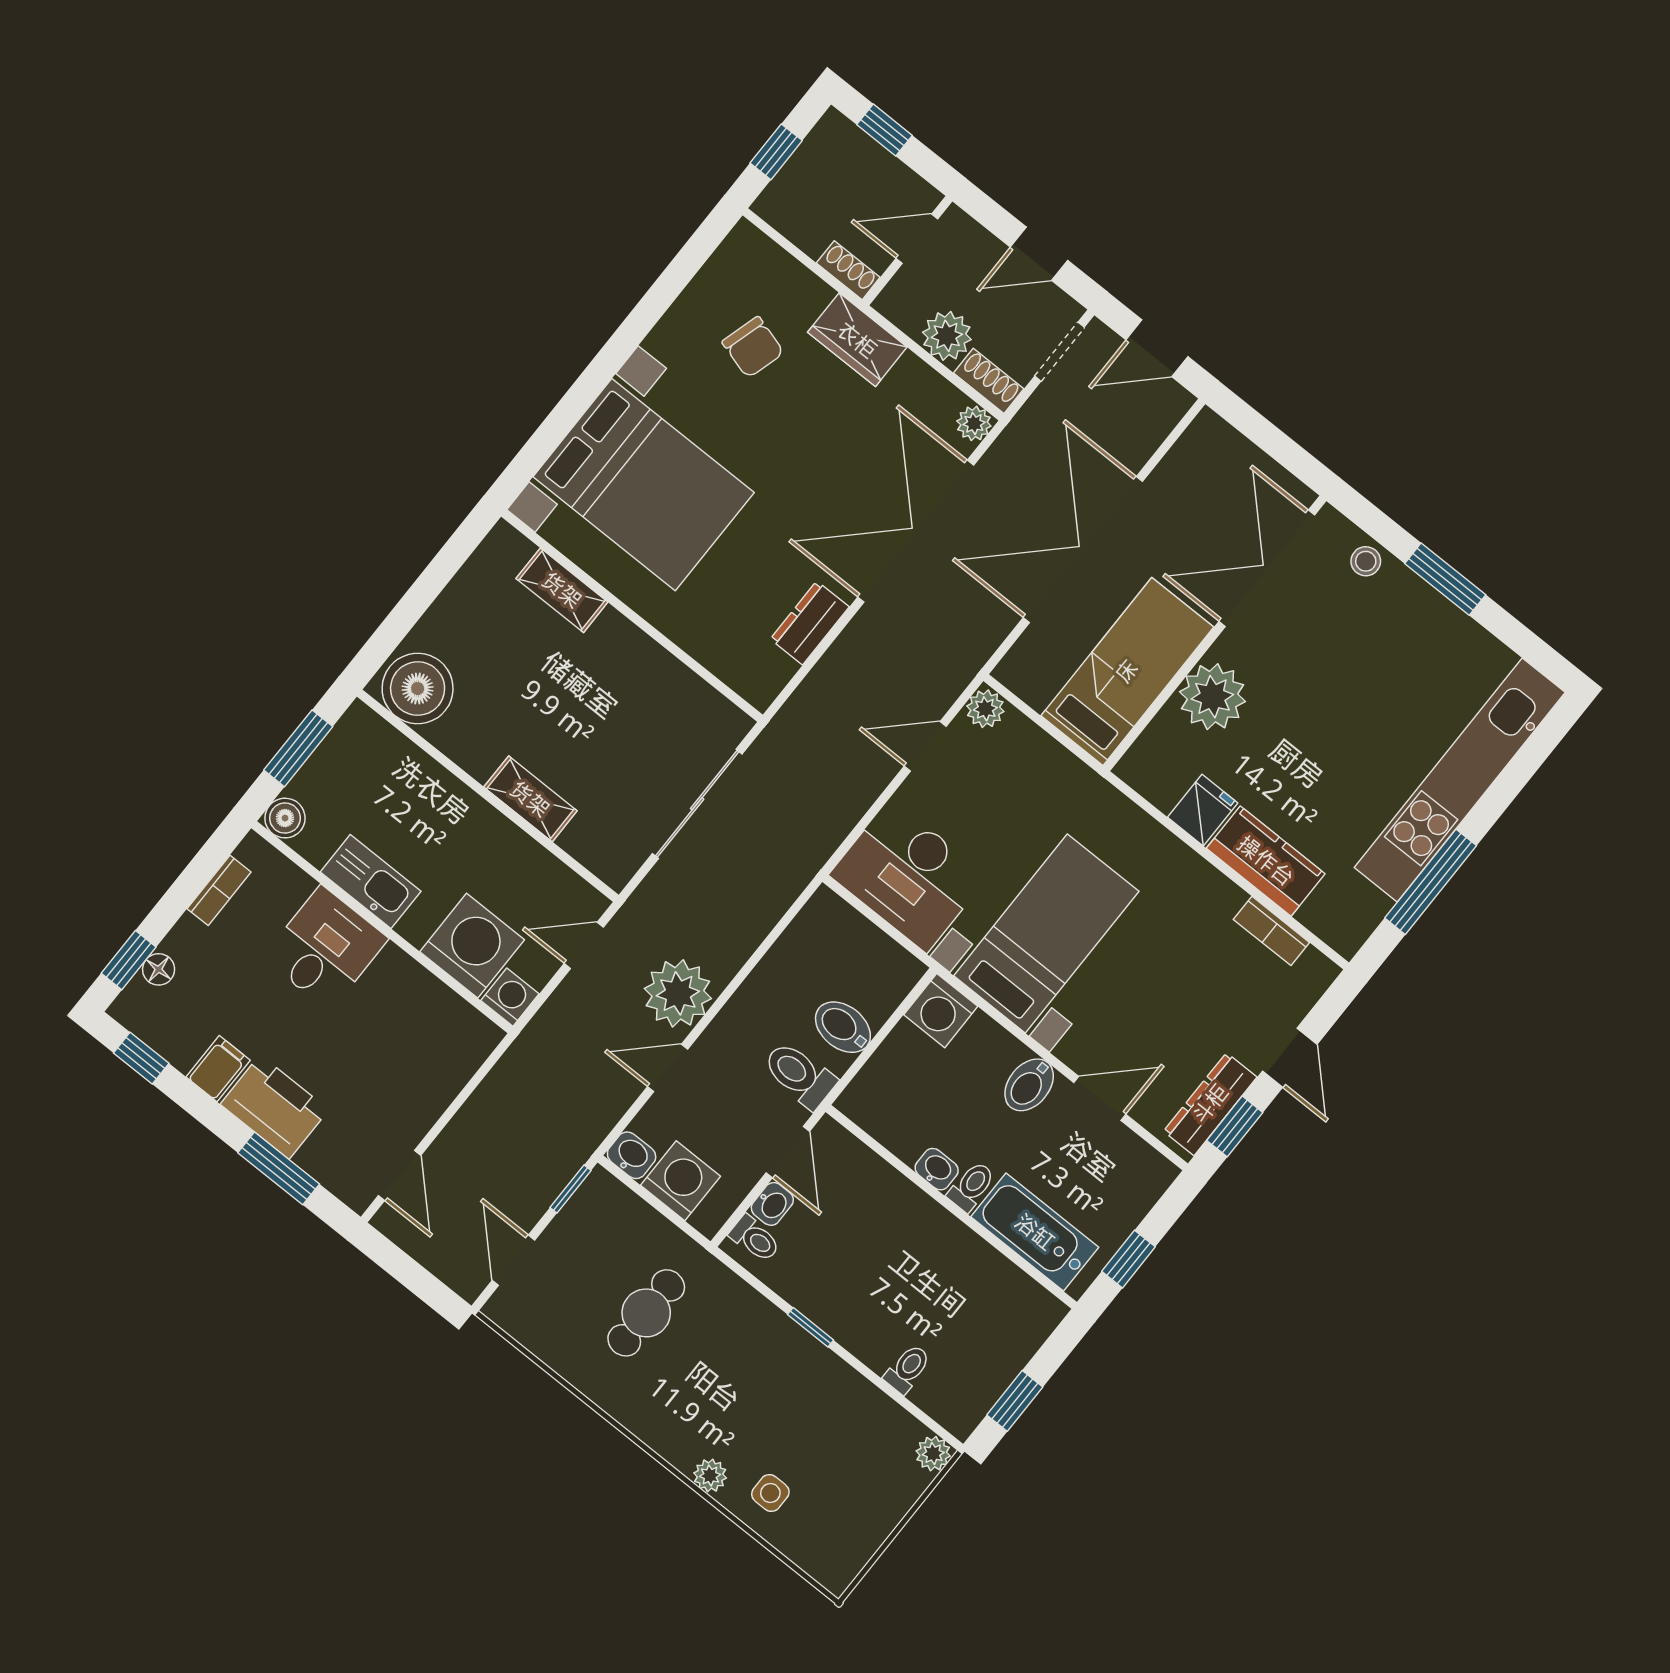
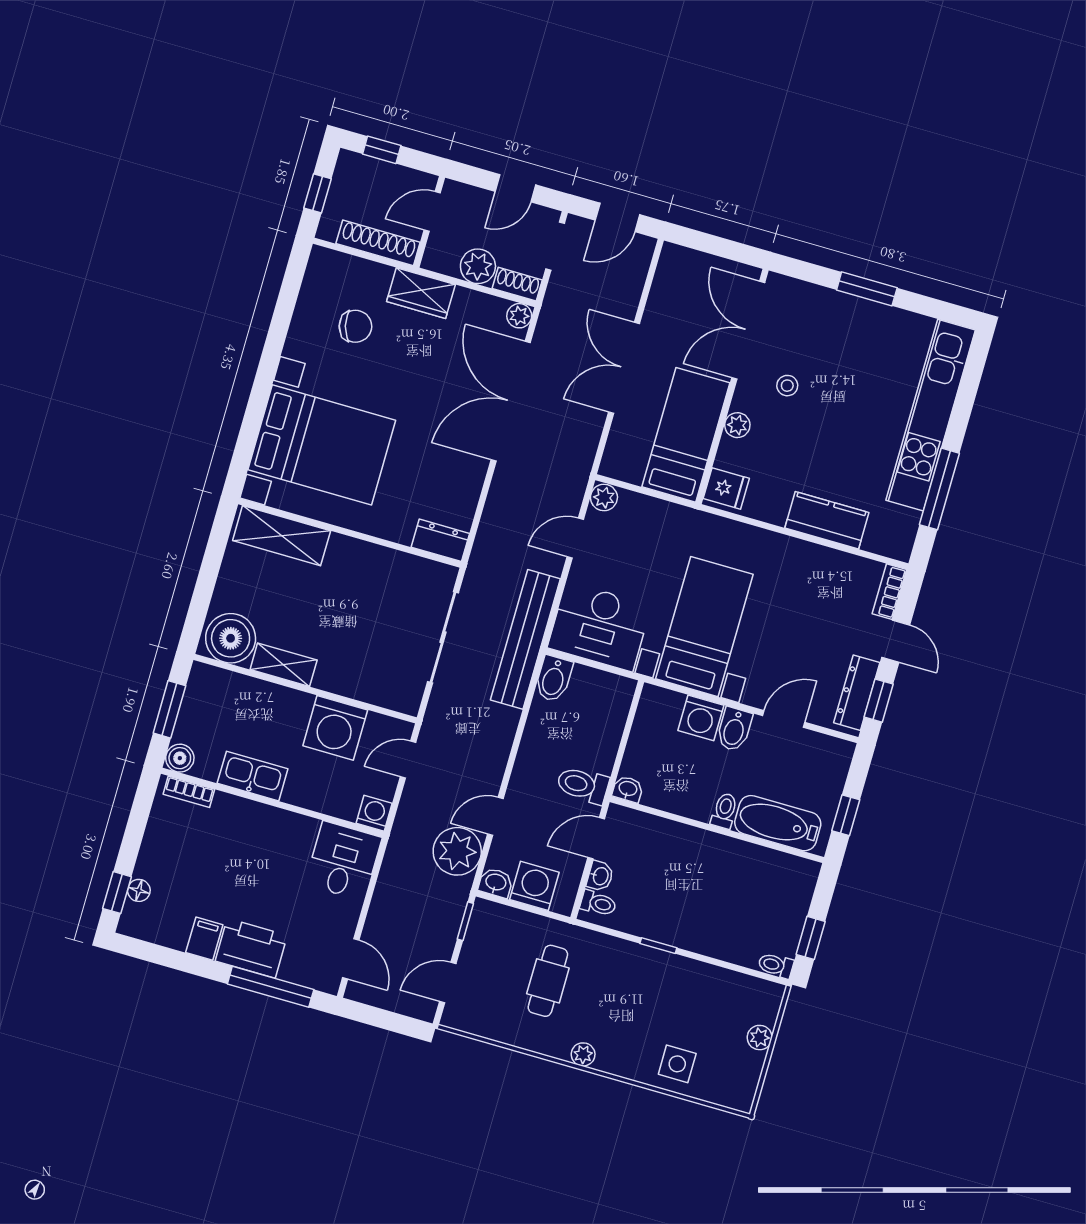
shoe rack: (848, 270) -> (378, 243), width x1.94, depth x1.24
chair: (753, 347) -> (355, 326), turned -31
double door: (1083, 549) -> (624, 368), width x0.73
stool: (1366, 561) -> (787, 386), moved
shelving: (562, 590) -> (282, 536), width x1.50, depth x1.33
dresser: (810, 623) -> (440, 540), moved, turned 90
plant: (1212, 697) -> (737, 425), width x0.53, depth x0.53
shelving: (530, 799) -> (284, 665), moved
fridge: (1203, 810) -> (726, 488), moved, turned 90
bench: (804, 852) -> (525, 639), added
bookcase: (219, 890) -> (189, 792), moved, turned 90
bookcase: (1271, 931) -> (889, 592), moved, turned 90
washing machine: (472, 946) -> (335, 728), moved, turned 180
desk: (325, 948) -> (343, 861), moved
plant: (678, 993) -> (457, 851), moved
washing machine: (941, 1011) -> (701, 718), moved
bidet: (843, 1027) -> (554, 679), moved, turned -90
window: (141, 1058) -> (152, 953), removed
door: (788, 1152) -> (596, 838), swing flipped
window: (279, 1168) -> (271, 987), width x1.44
washbasin: (937, 1169) -> (628, 789), moved
door: (514, 1260) -> (448, 983), hinge flipped
toilet: (907, 1369) -> (776, 965), moved, turned -90
plant: (933, 1454) -> (760, 1038), moved
plant: (710, 1475) -> (583, 1054), moved
side table: (770, 1493) -> (677, 1064), width x1.37, depth x1.37

